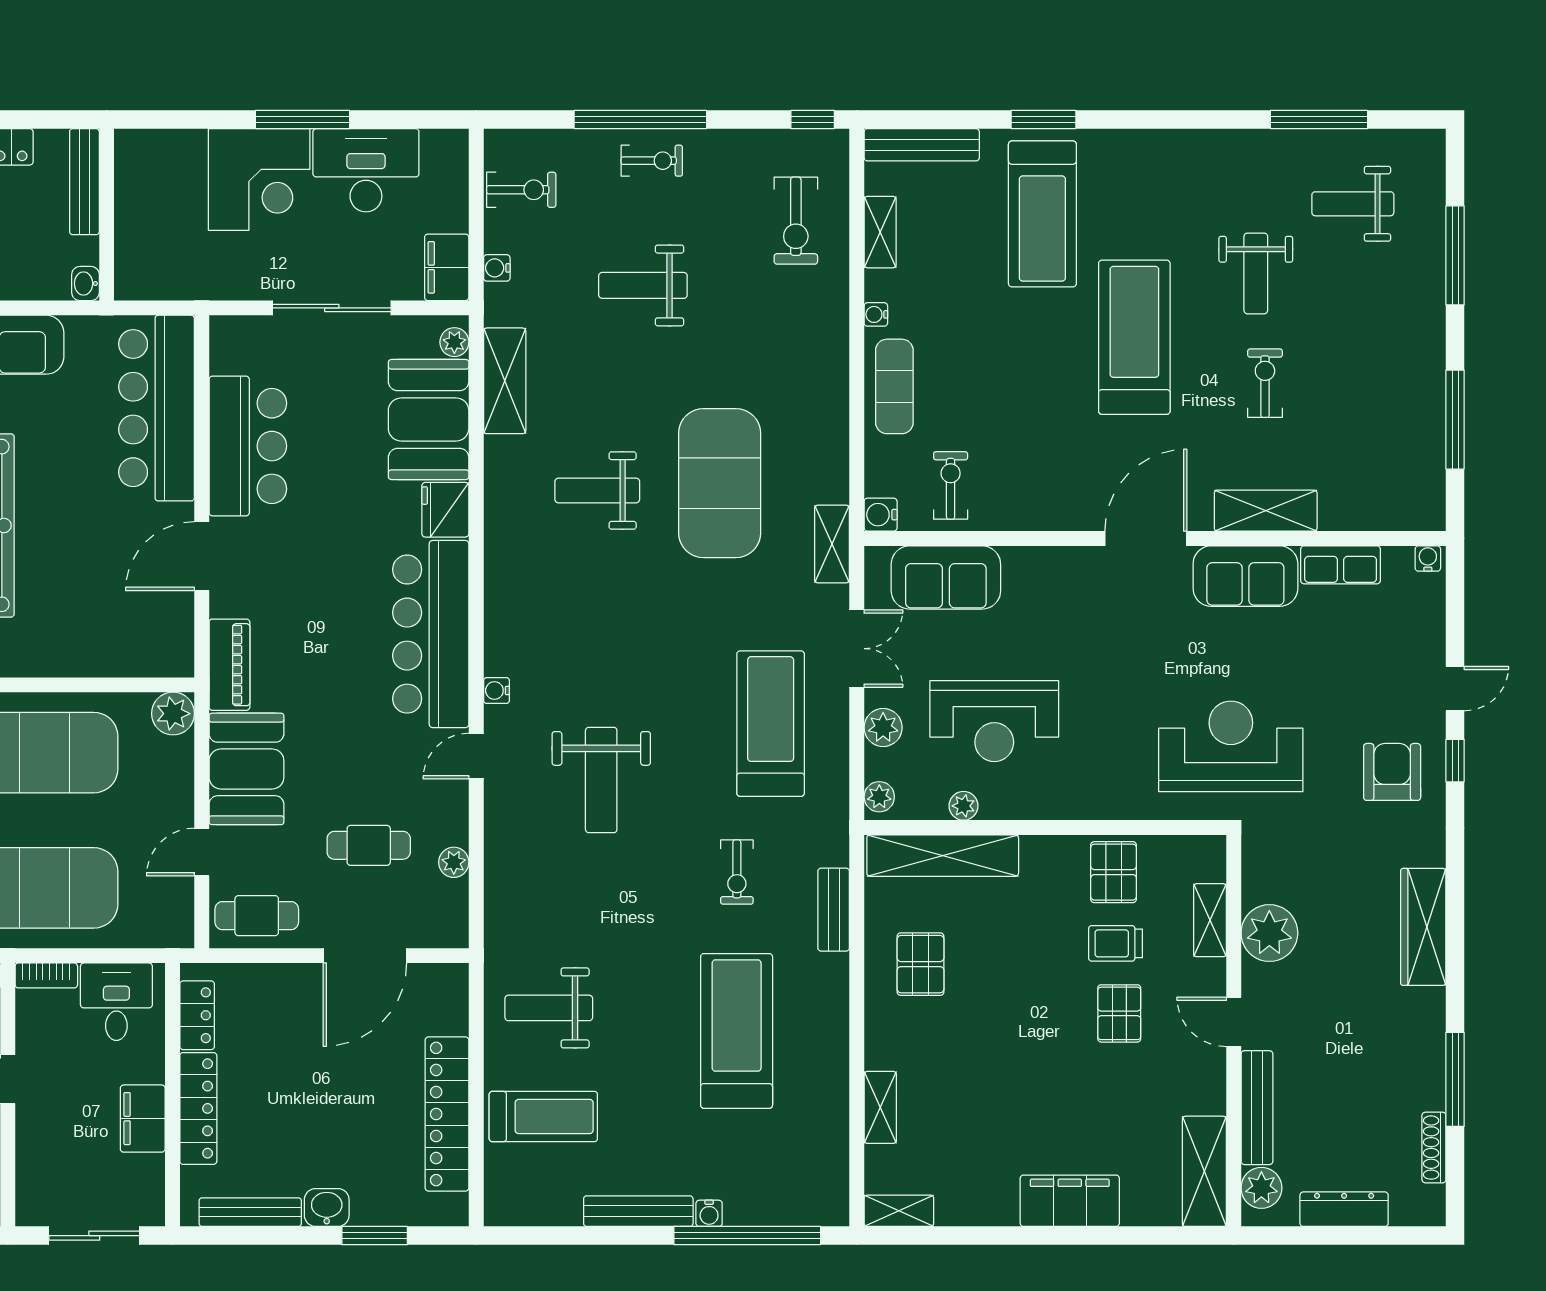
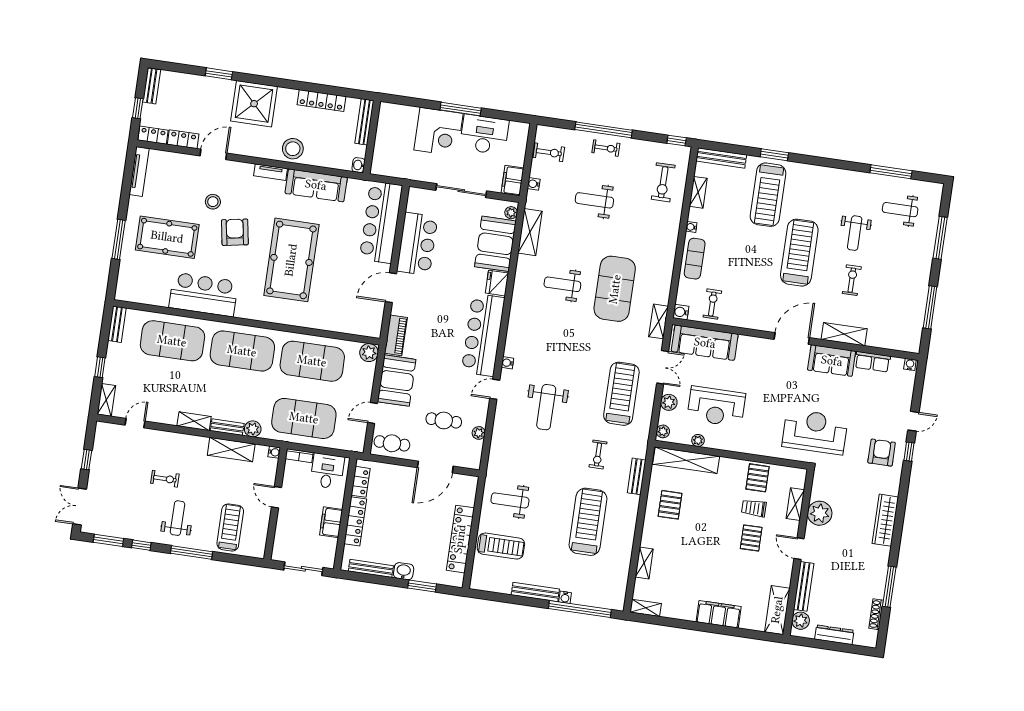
sofa: (946, 577) -> (705, 343), width x1.36

